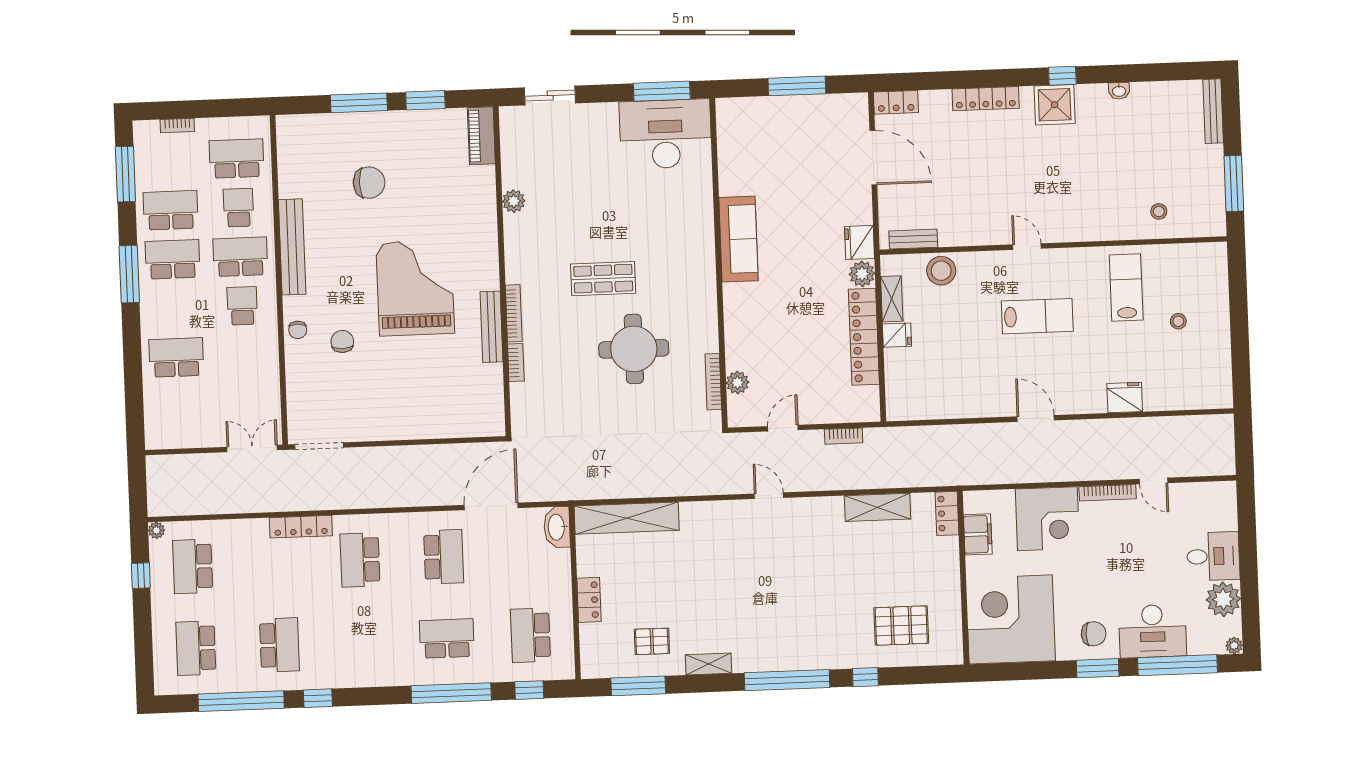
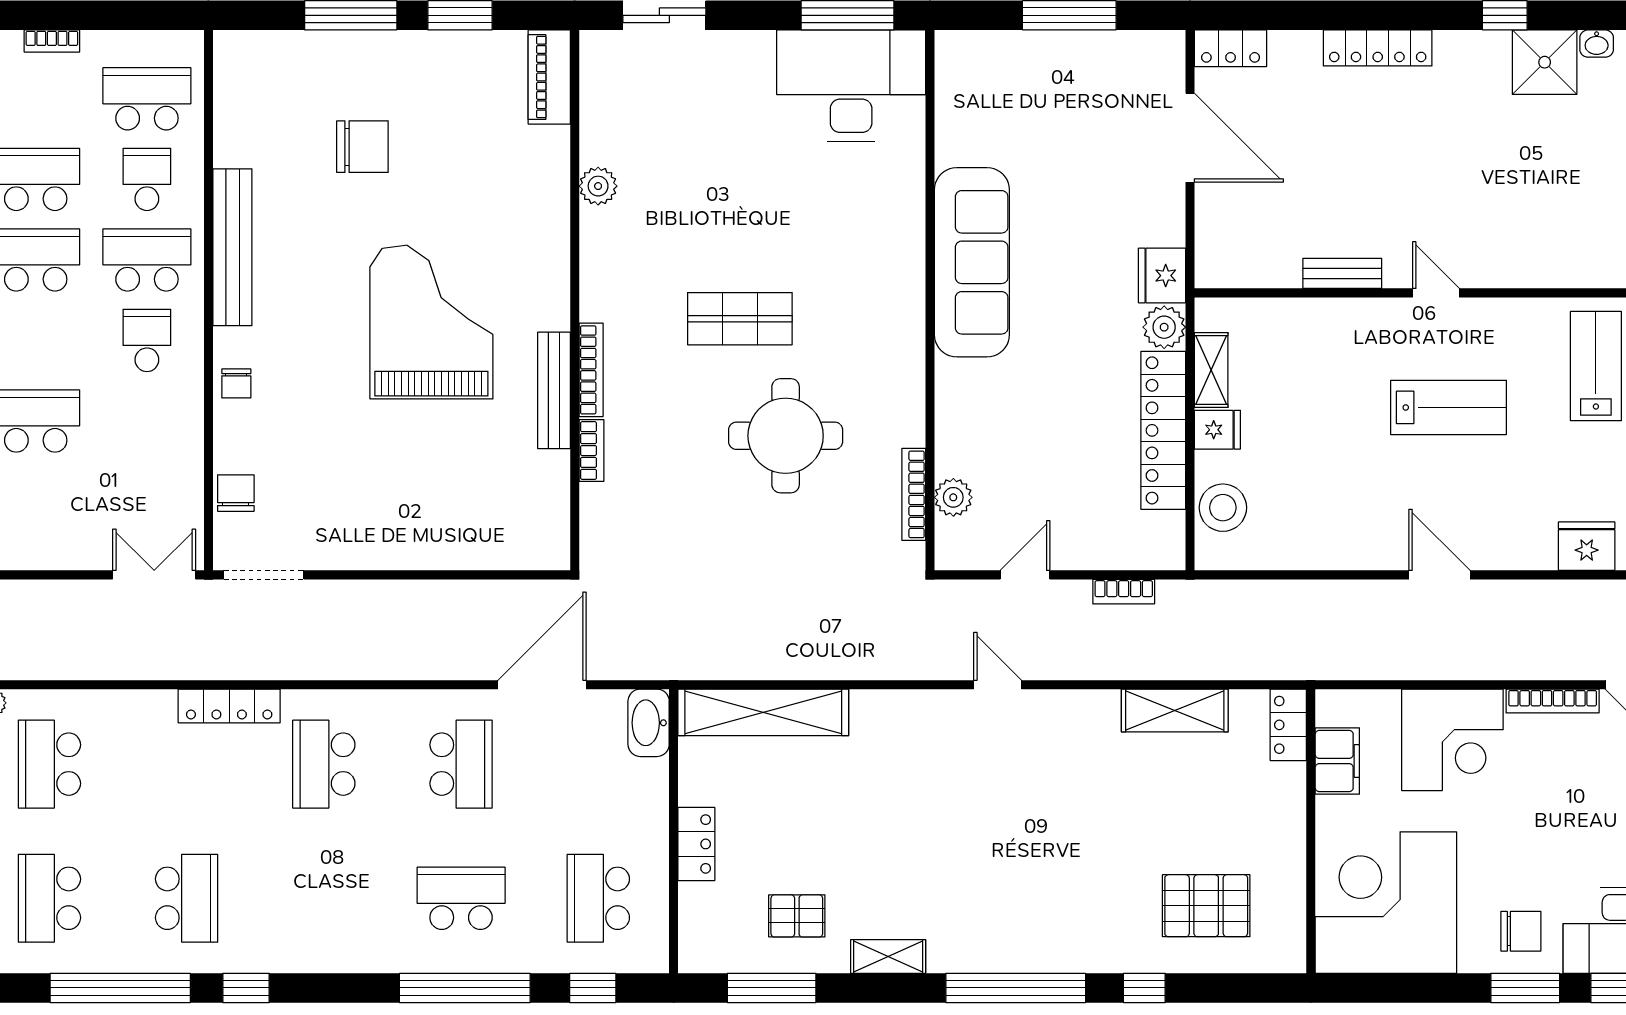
shower: (1055, 105) -> (1545, 62), moved
sofa: (738, 239) -> (972, 262), width x1.36, depth x1.27
bench: (913, 239) -> (1342, 273), moved
stool: (941, 271) -> (1223, 508), moved
chair: (342, 341) -> (236, 493), moved

